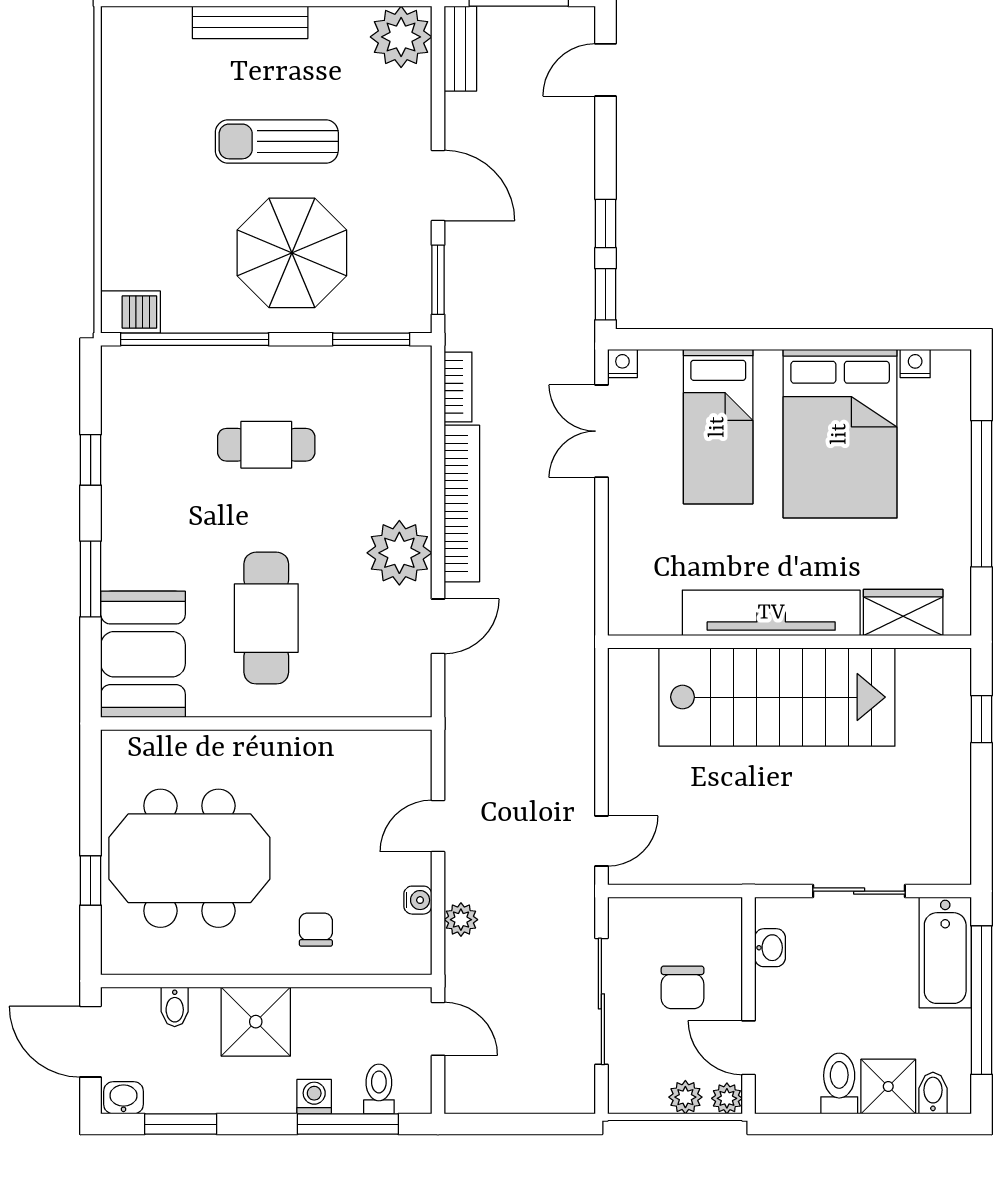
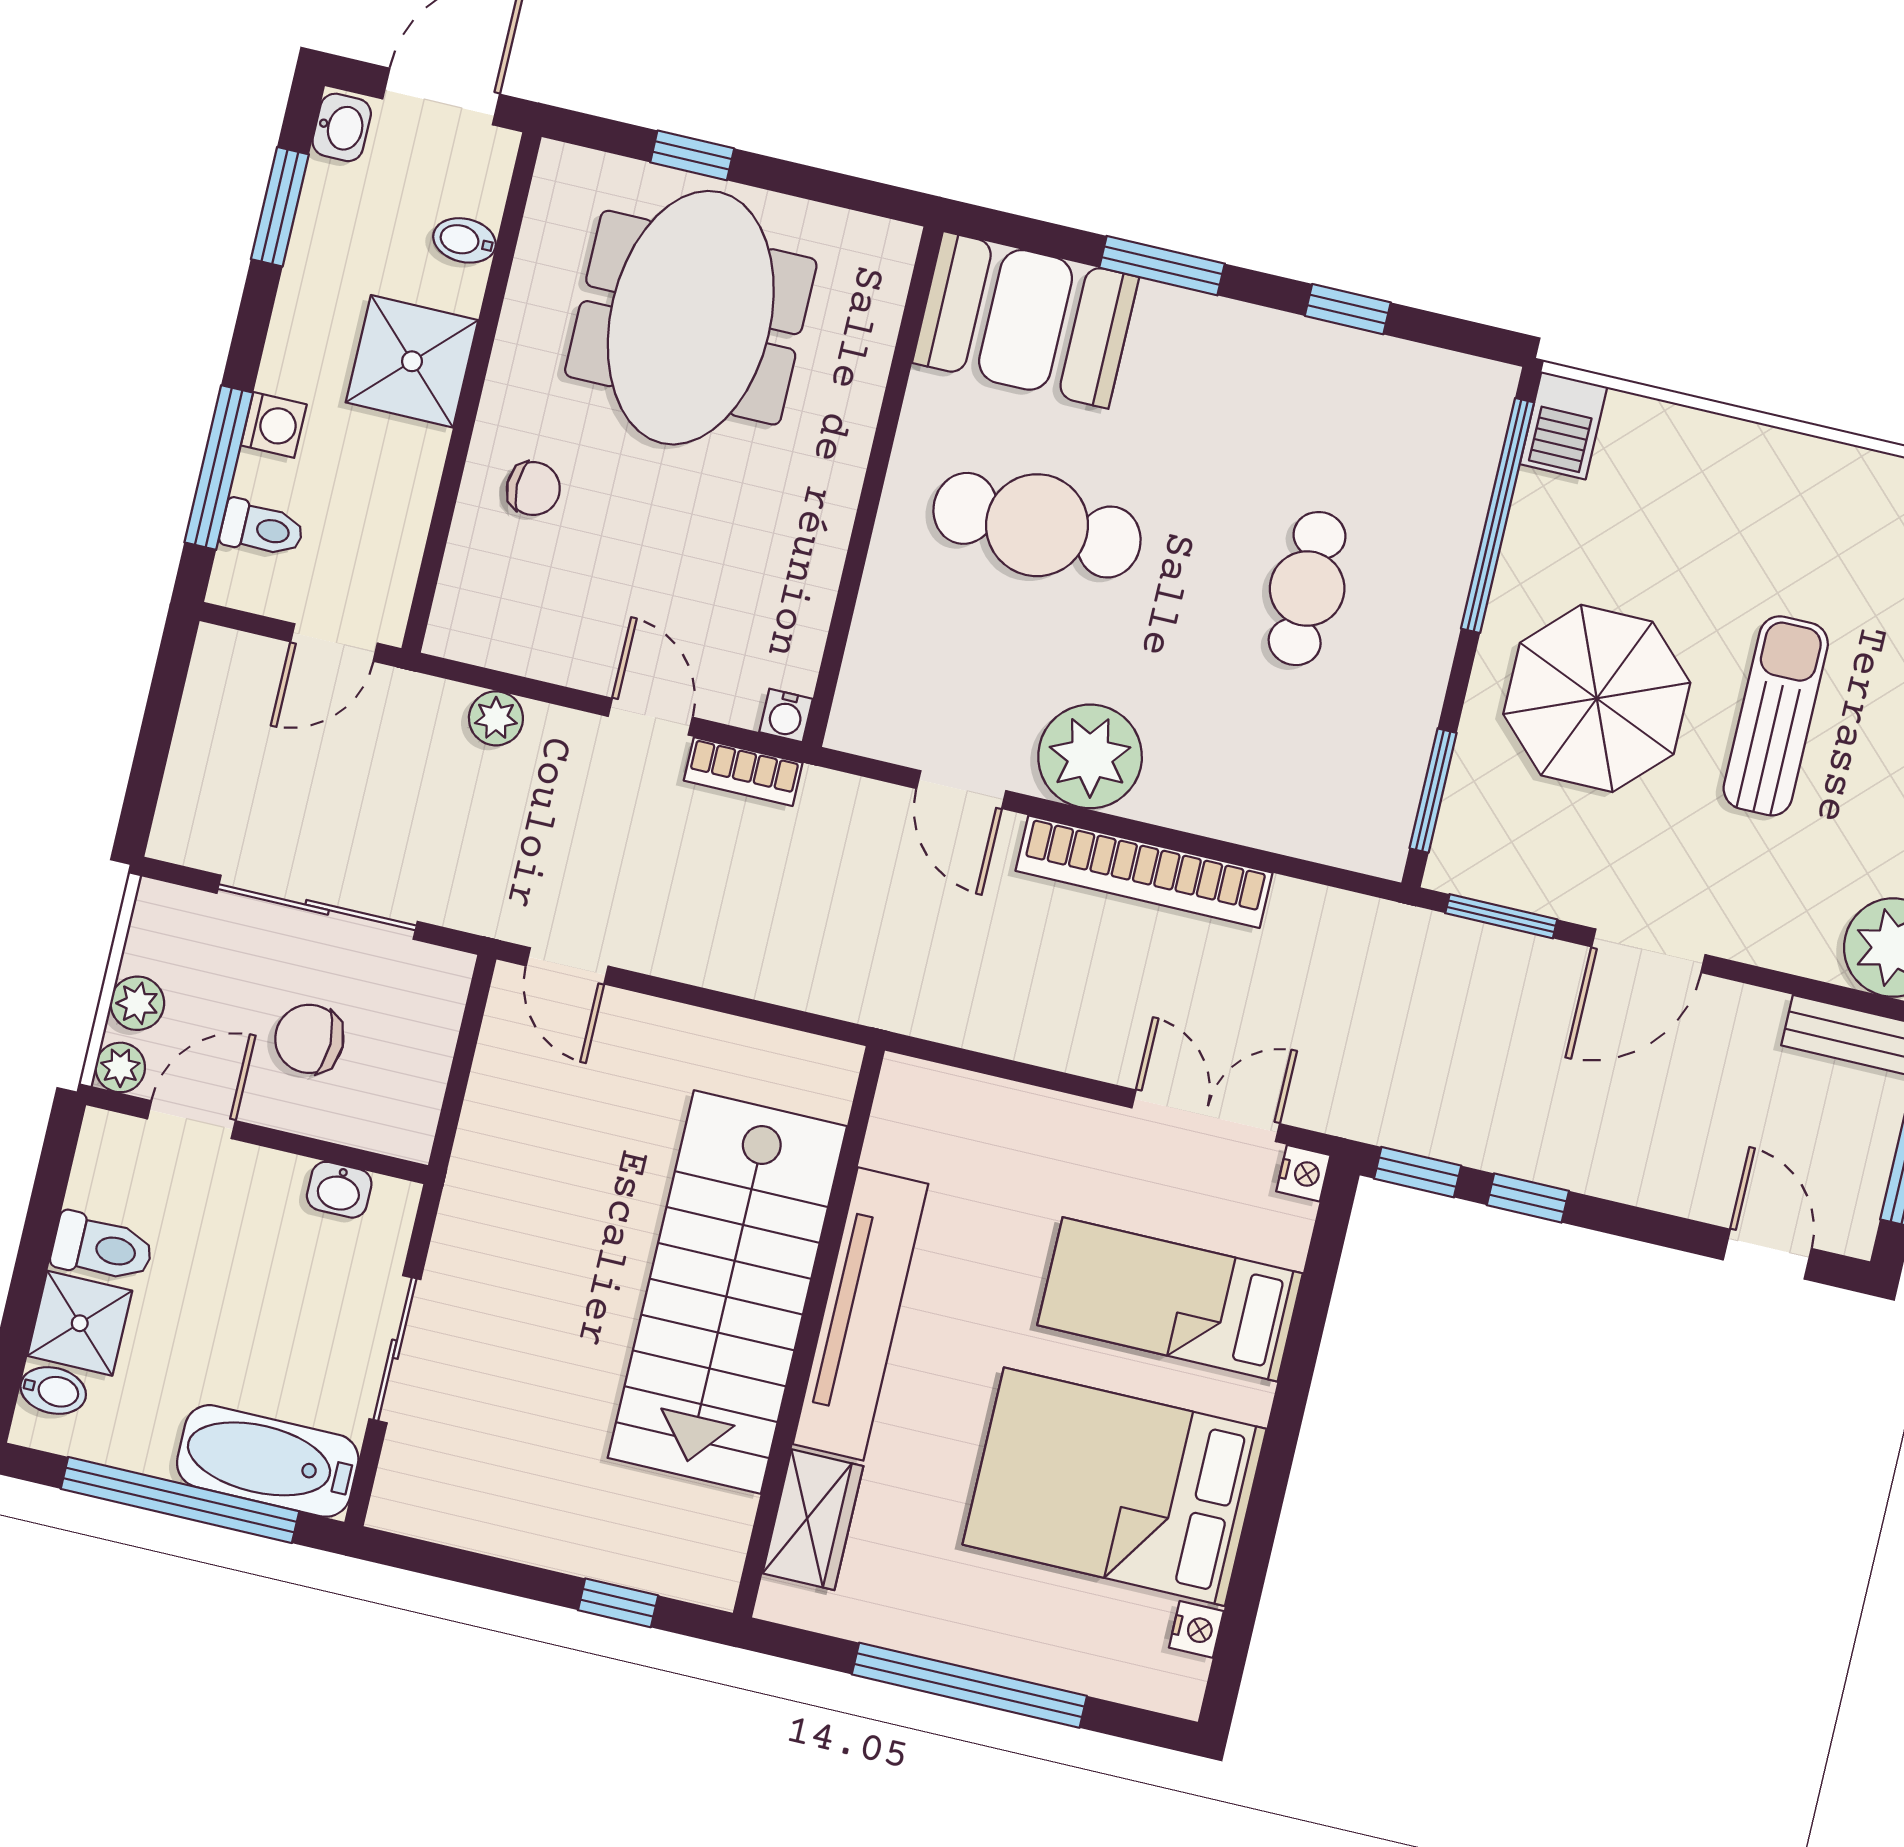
bookcase: (458, 387) -> (743, 772), moved
water cooler: (418, 900) -> (786, 715), moved

